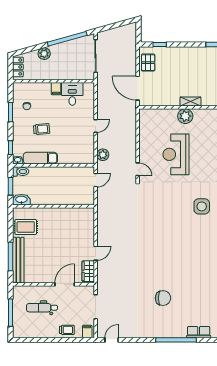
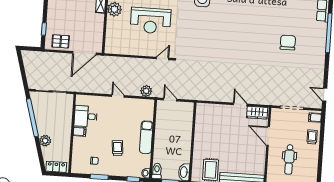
exam couch: (40, 158) -> (146, 137), moved

